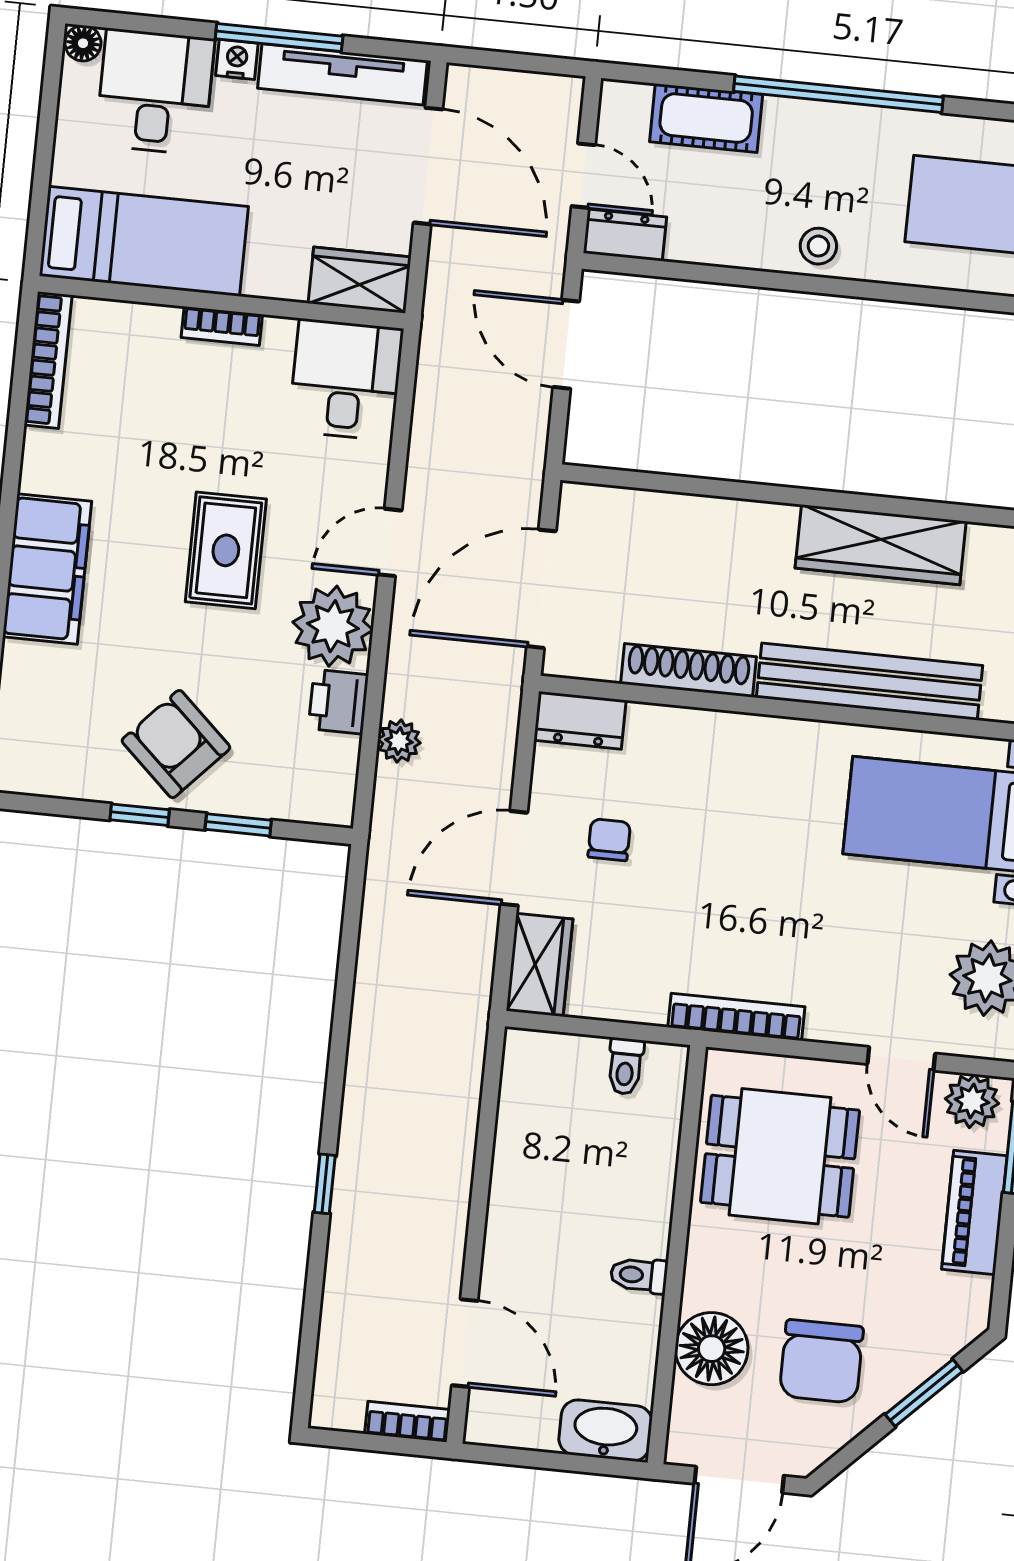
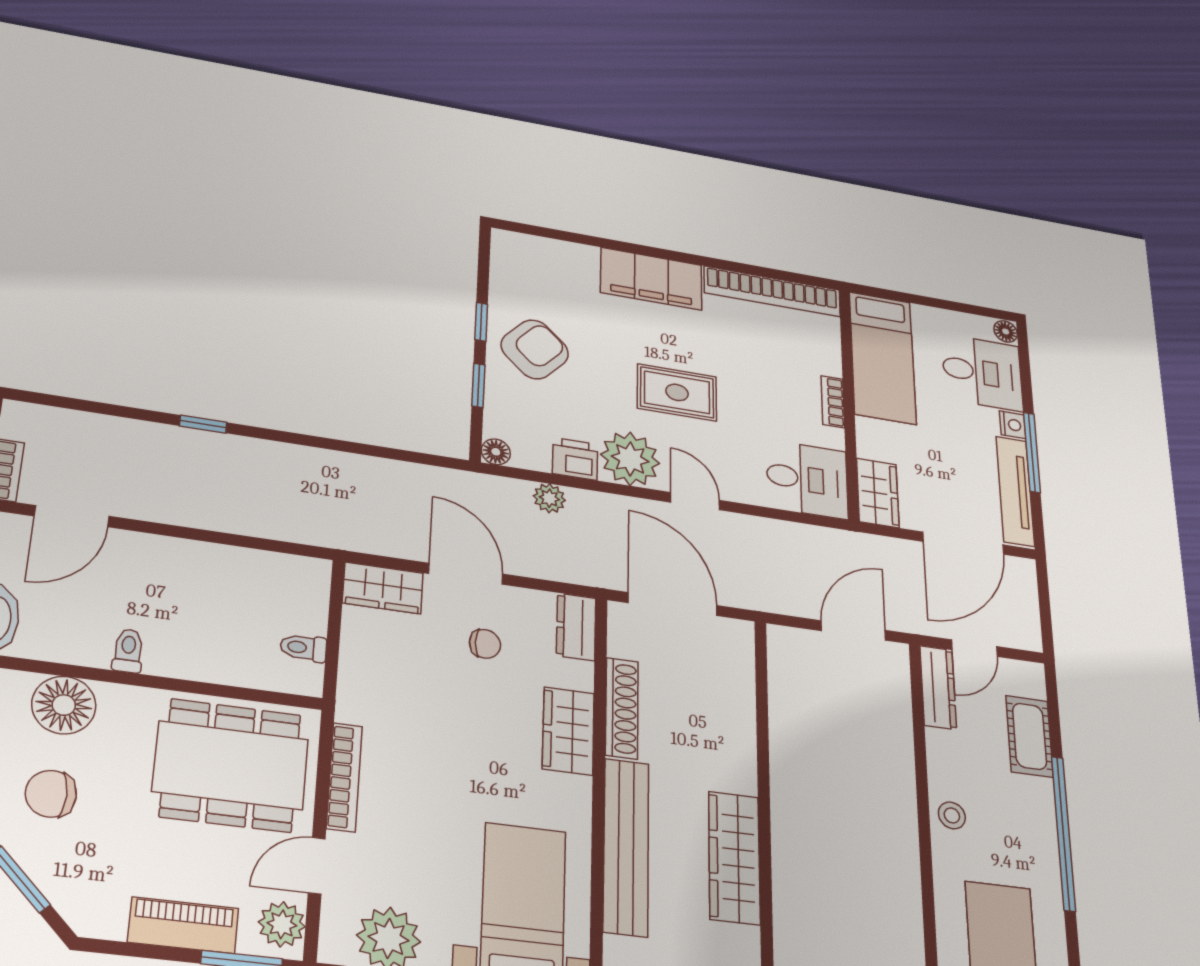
dresser: (625, 235) -> (938, 687), width x1.44
bookcase: (48, 360) -> (772, 291), width x1.48, depth x1.31
wardrobe: (722, 742) -> (568, 731), added
floor lamp: (336, 808) -> (496, 452), added
bookcase: (736, 1017) -> (344, 777), moved
dining table: (780, 1156) -> (231, 765), width x1.38
chair: (821, 1361) -> (51, 794), width x0.73, depth x0.73

